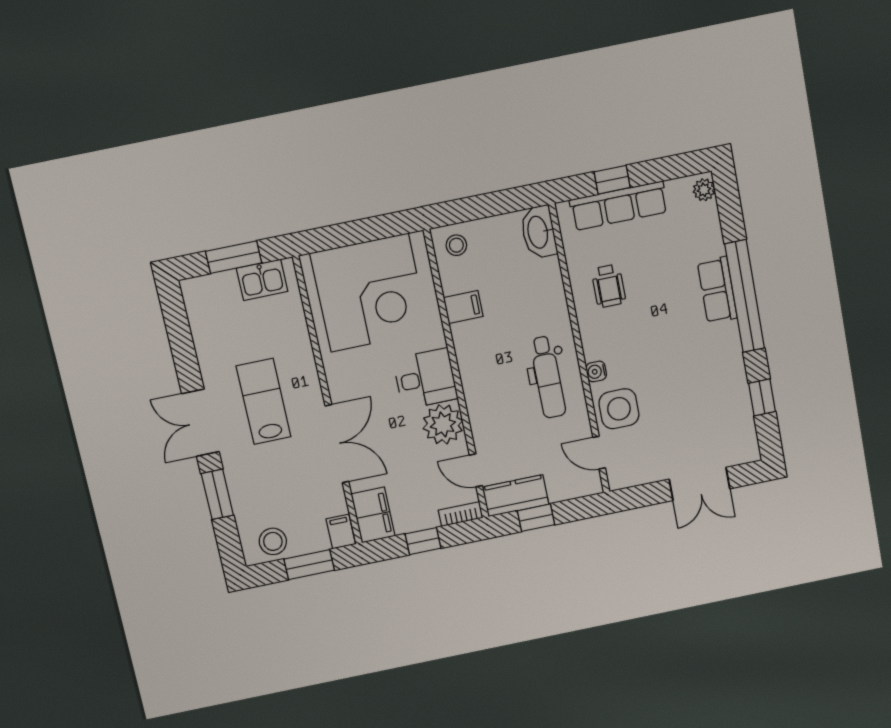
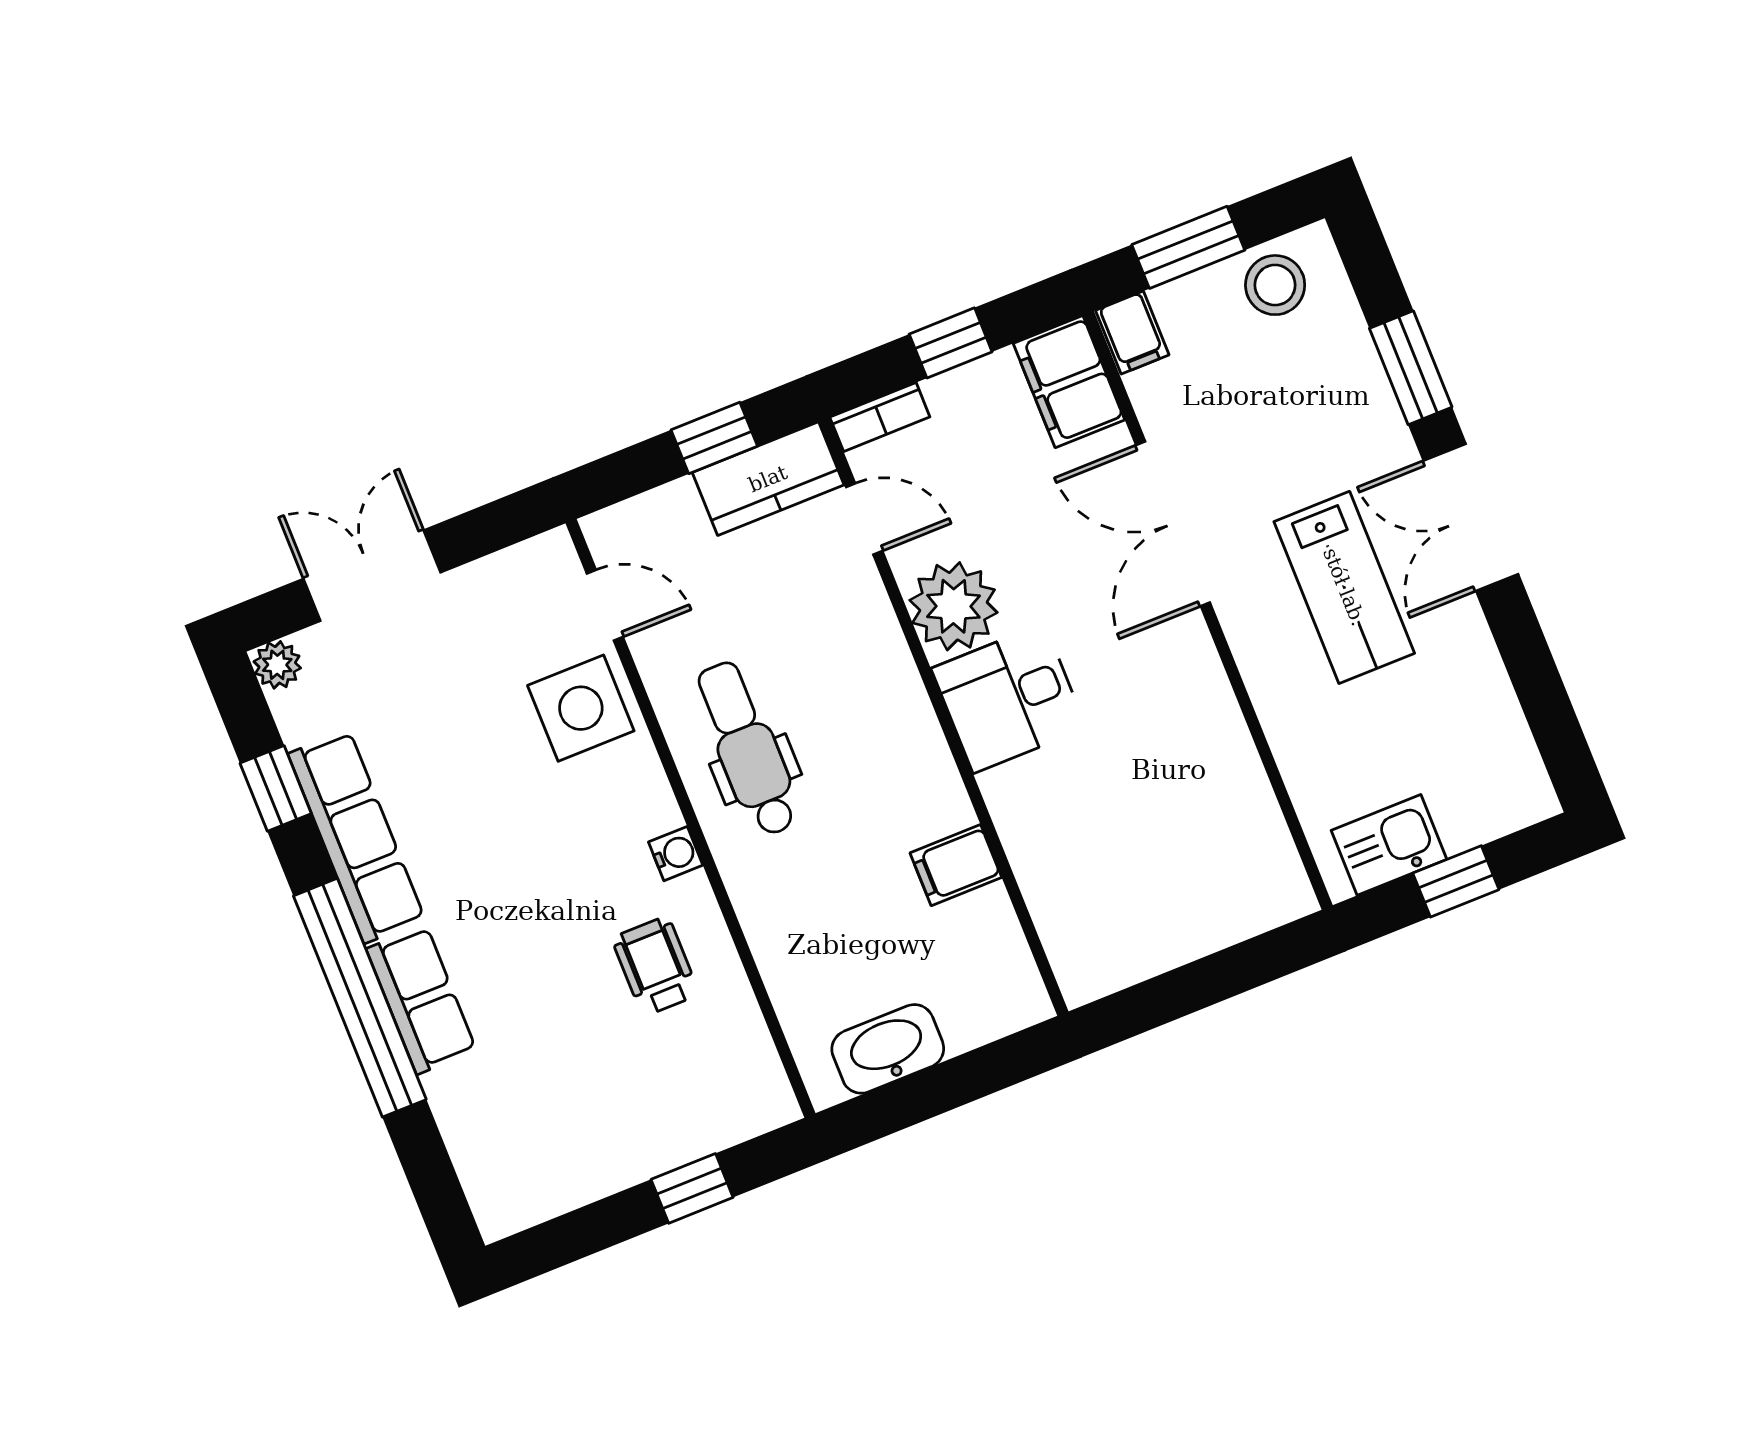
plant: (704, 190) -> (277, 665), moved
row of seats: (619, 206) -> (356, 837), moved, turned 90
washbasin: (539, 232) -> (888, 1049), moved, turned -90
stool: (456, 245) -> (994, 992), removed
window: (234, 257) -> (1456, 881), width x0.67
corner desk: (370, 293) -> (1159, 859), removed
water cooler: (596, 371) -> (676, 854), moved
double door: (200, 423) -> (1471, 517), swing flipped

